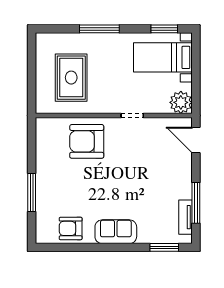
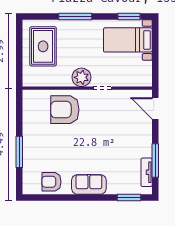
rug: (71, 78) -> (43, 46), moved
plant: (181, 102) -> (81, 77), moved

